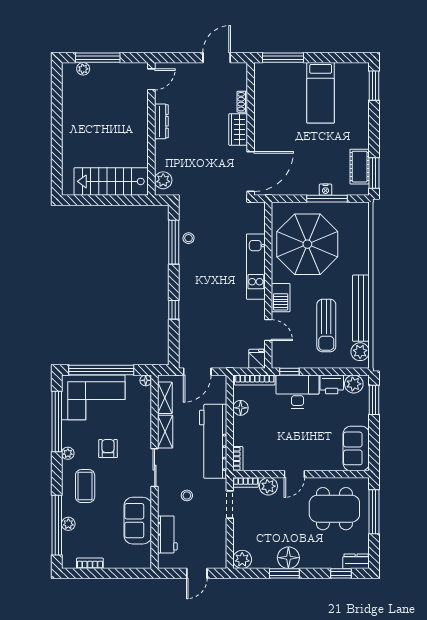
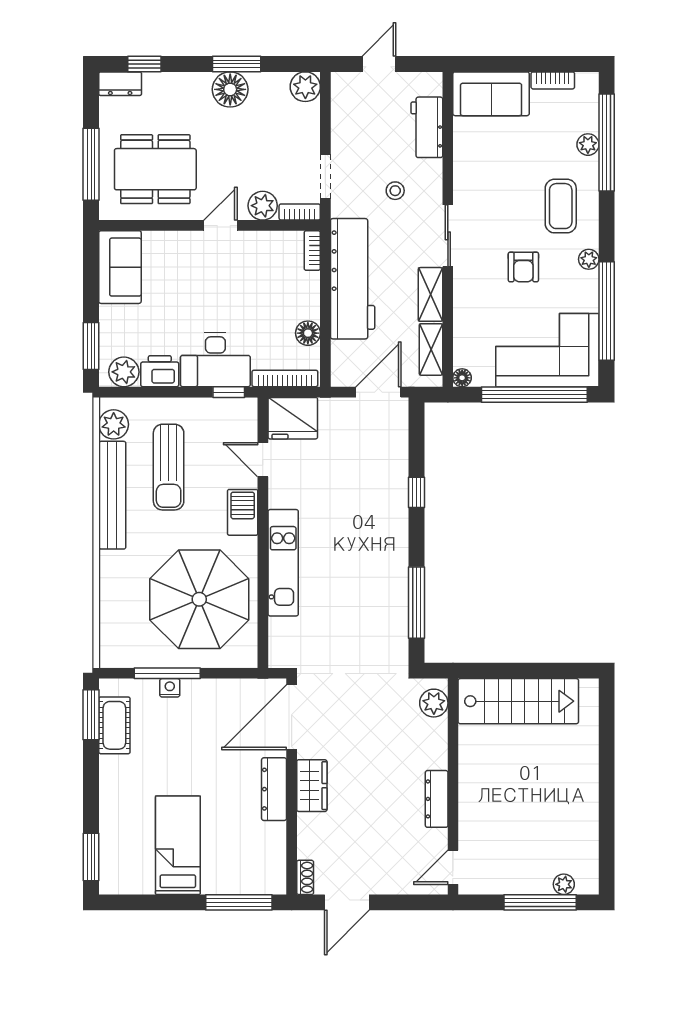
shoe rack: (242, 102) -> (305, 877), moved
dresser: (261, 127) -> (274, 789), added
stool: (189, 238) -> (393, 609), removed
sun lounger: (326, 325) -> (169, 467), turned 180
fridge: (257, 359) -> (293, 418), width x1.88, depth x1.34
sofa: (138, 521) -> (491, 94), moved, turned 90

